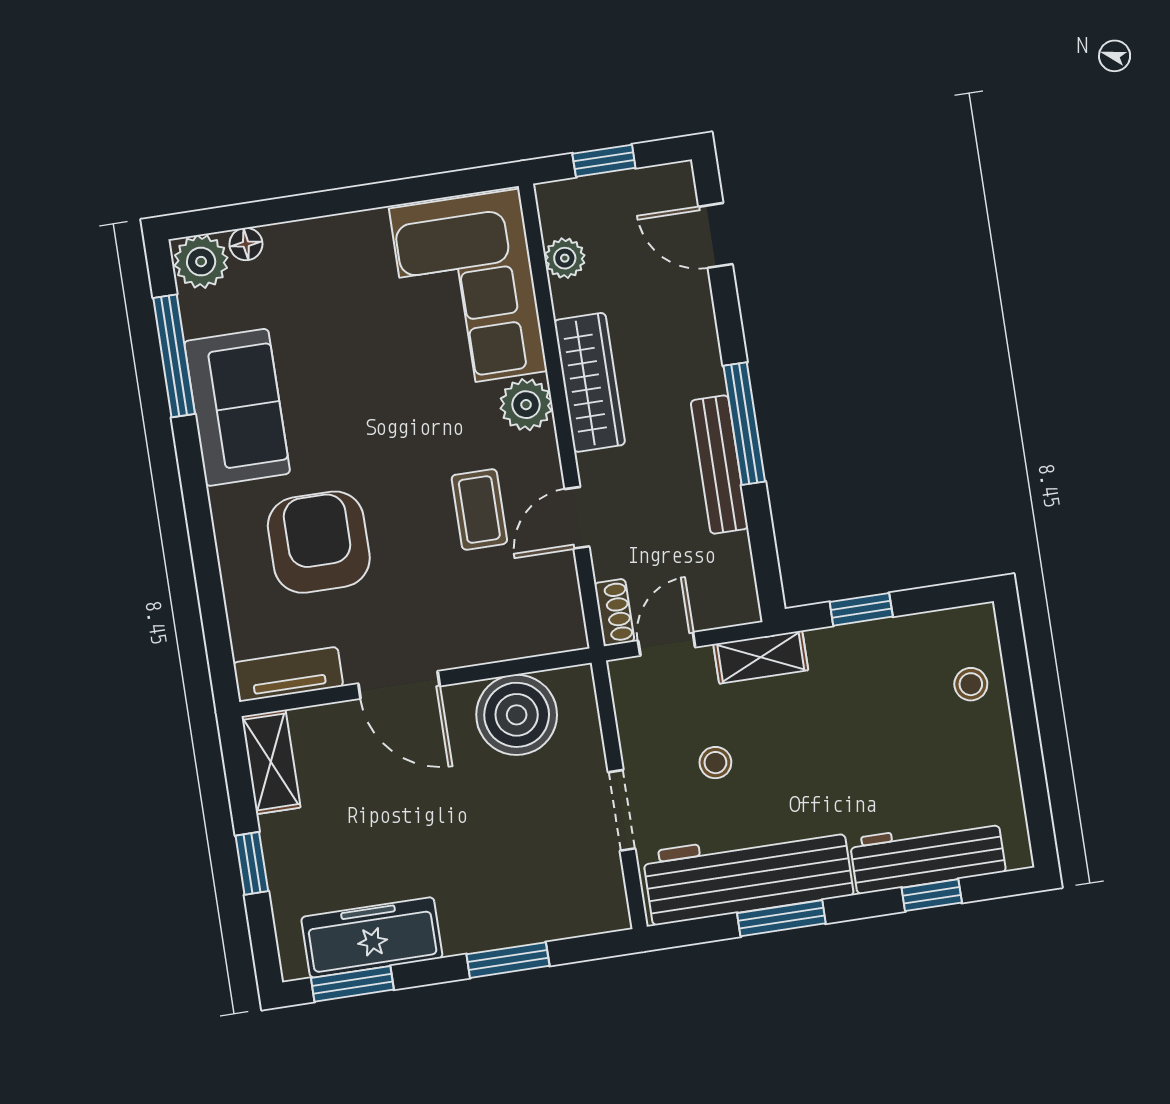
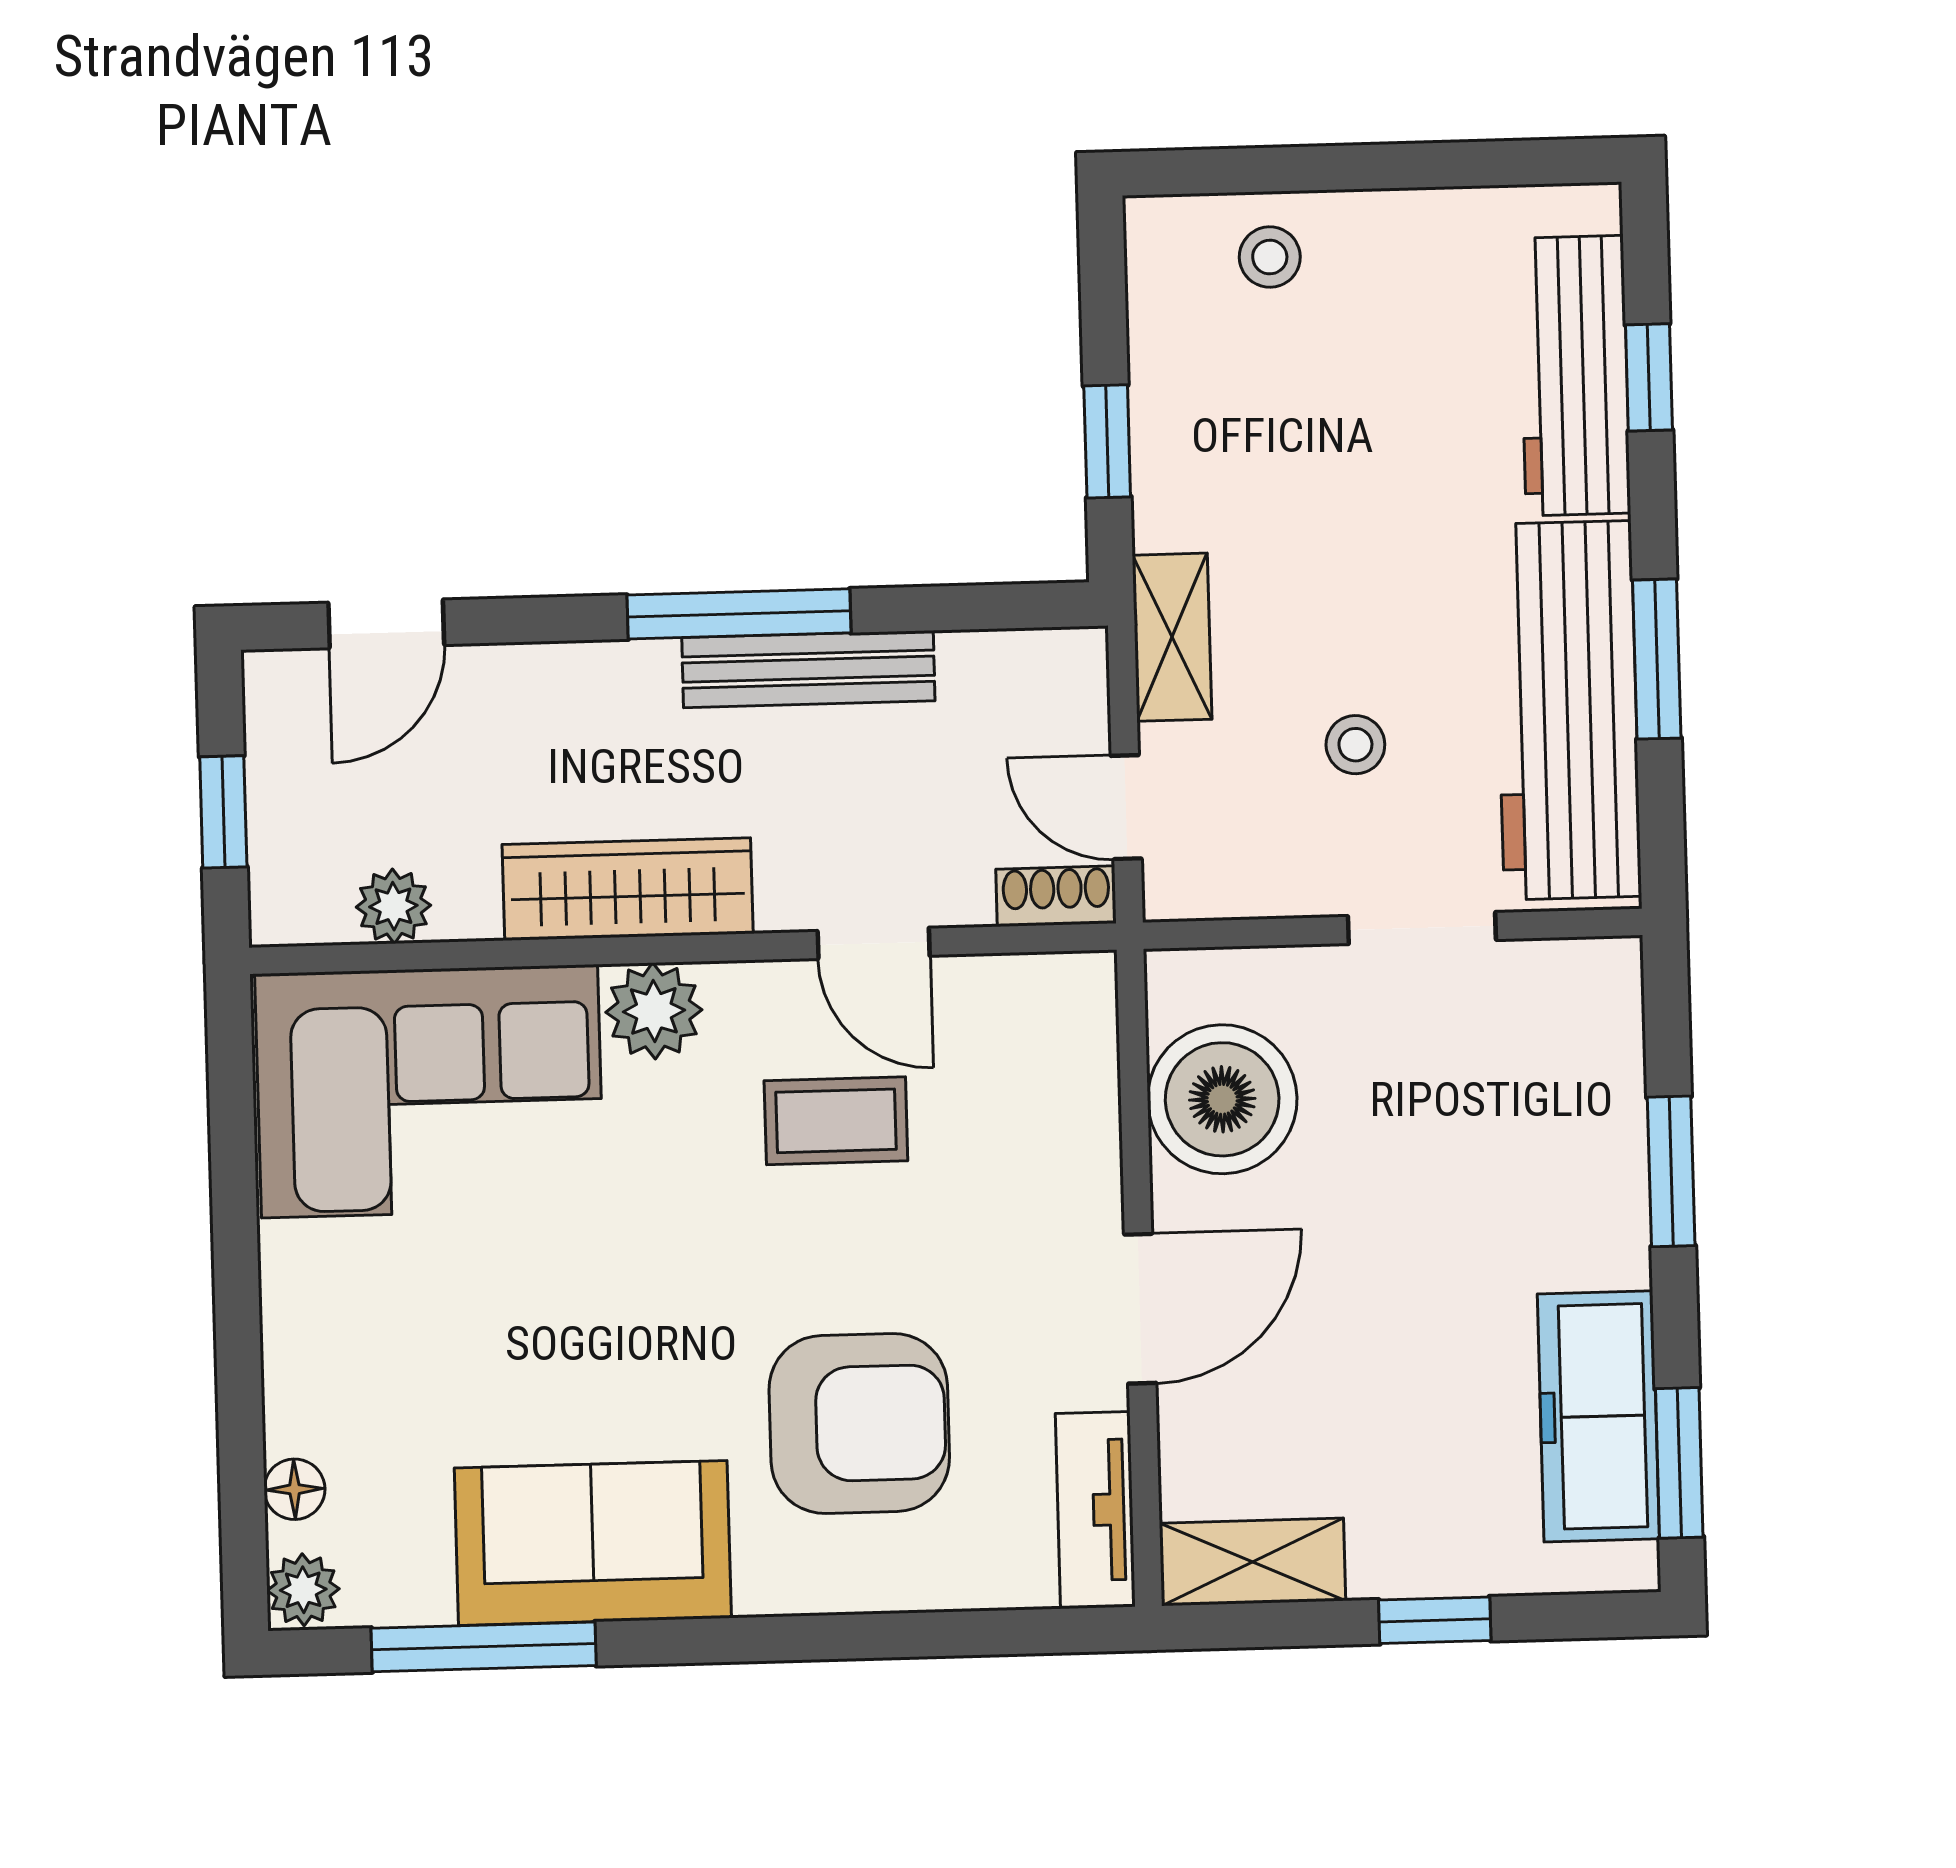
plant: (201, 262) -> (303, 1590), width x0.73, depth x0.73
armchair: (319, 542) -> (859, 1424), turned 180

